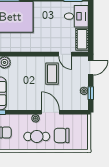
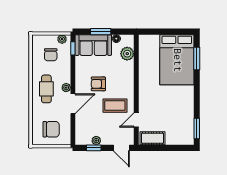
desk: (76, 16) -> (178, 132), removed
armchair: (32, 89) -> (98, 84), added
chair: (62, 135) -> (51, 129), moved, turned 90

